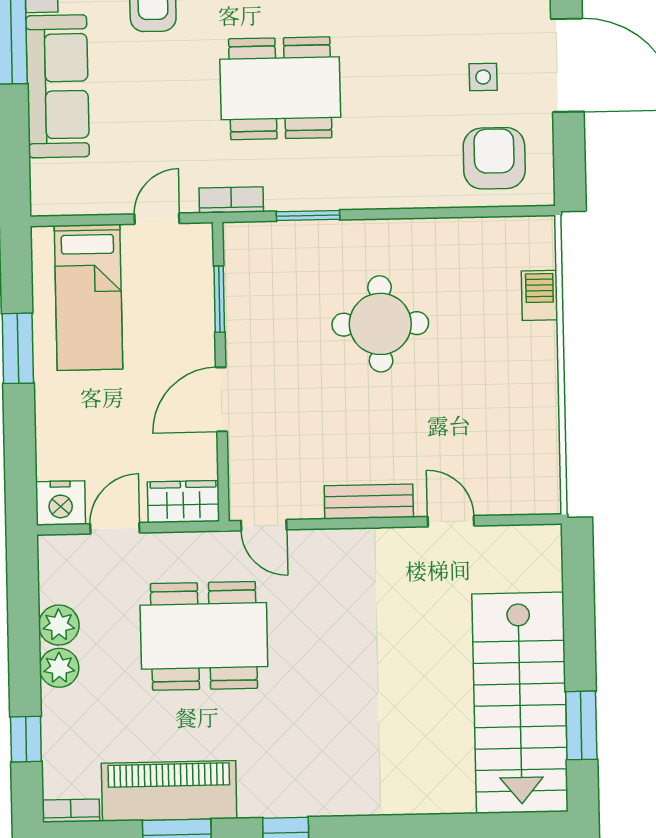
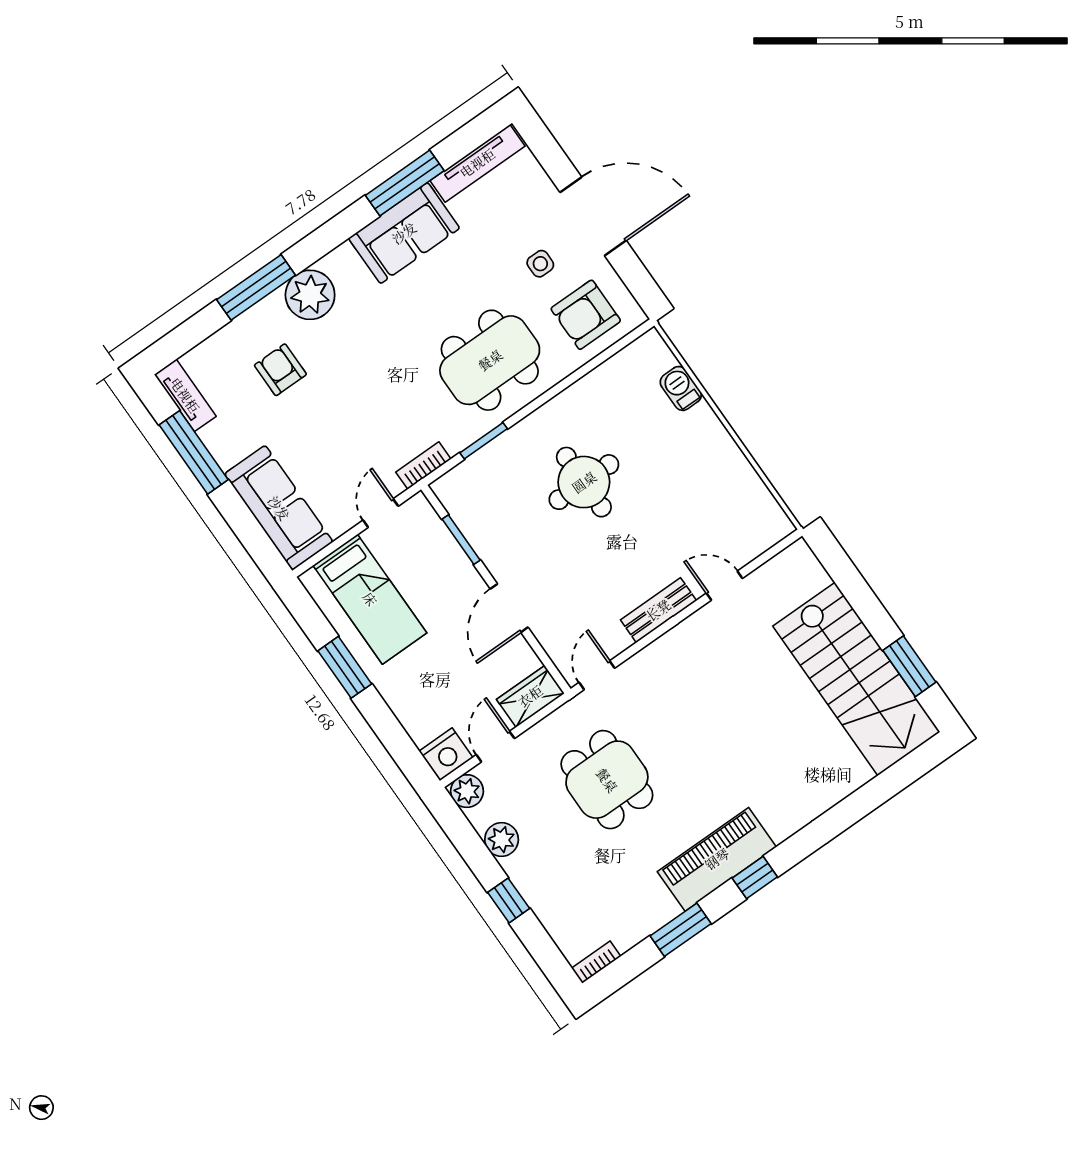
sofa: (58, 86) -> (279, 508), moved
dining table: (280, 88) -> (490, 360), moved
armchair: (494, 158) -> (586, 315), turned -90
door: (264, 525) -> (597, 675), swing flipped
dining table: (204, 636) -> (607, 780), width x0.73
plant: (59, 668) -> (467, 791), moved
window: (26, 739) -> (509, 900), moved
piano: (169, 791) -> (717, 859), moved

